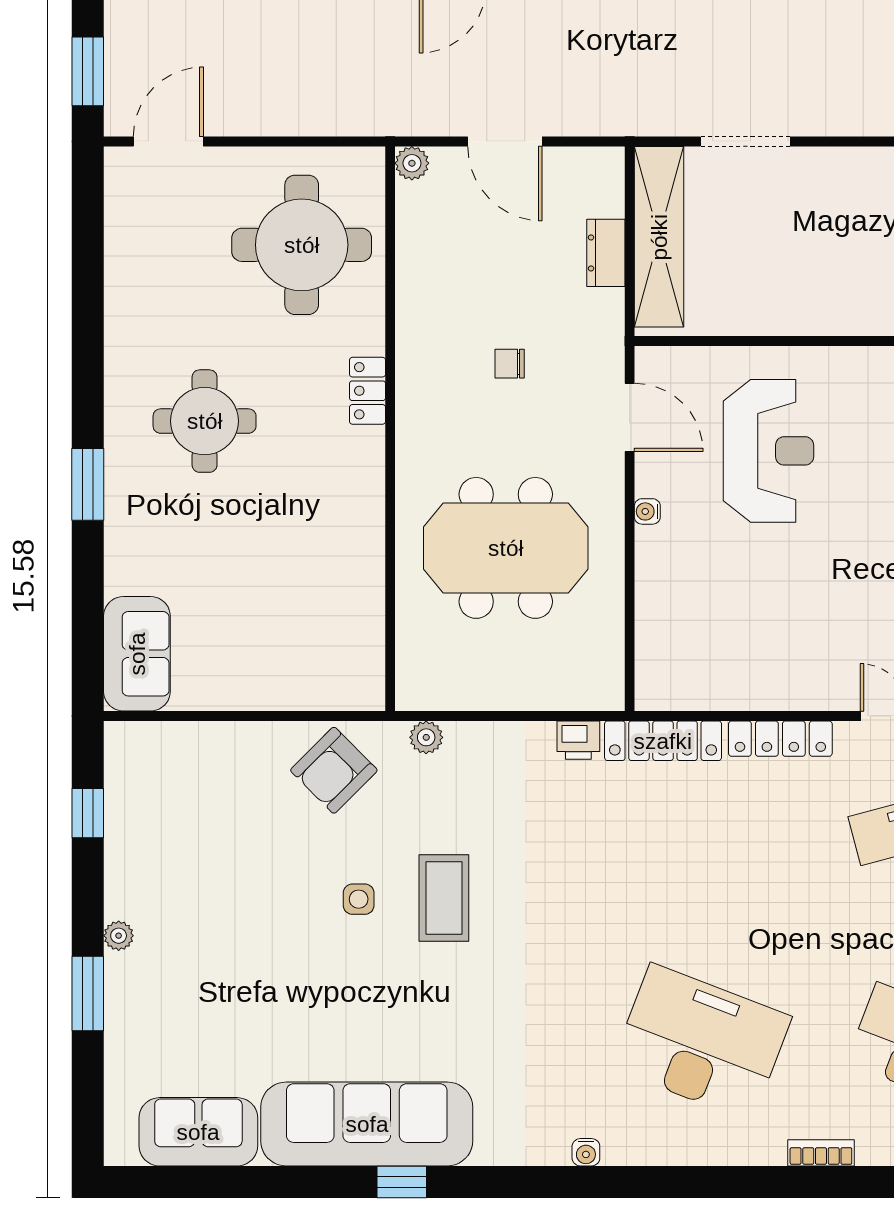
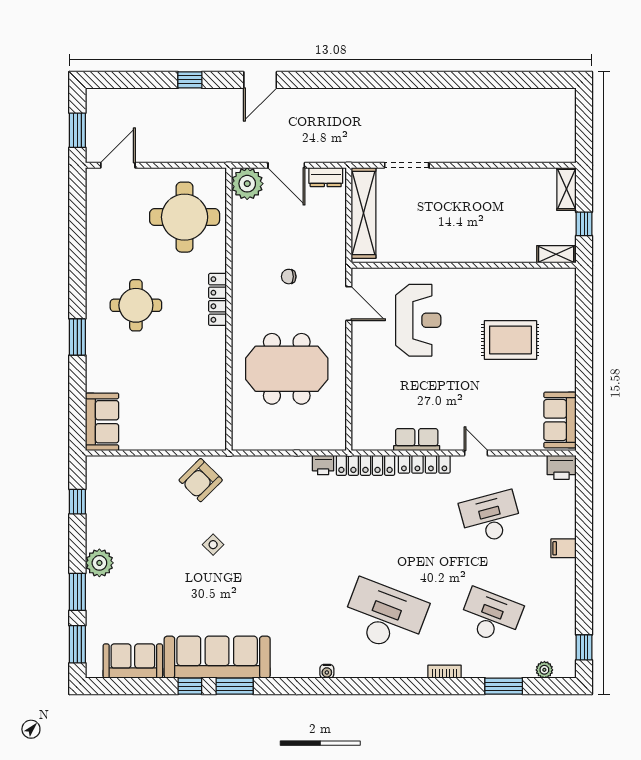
plant: (412, 163) -> (247, 184), width x1.88, depth x1.88
dresser: (606, 253) -> (326, 177), moved, turned -90
locker: (368, 391) -> (218, 299), width x1.53
water cooler: (647, 511) -> (358, 351), removed
row of seats: (765, 689) -> (417, 440), added
plant: (426, 737) -> (247, 464), removed
coffee table: (444, 898) -> (256, 544), removed
side table: (359, 899) -> (213, 545), turned 45
plant: (119, 936) -> (99, 563), width x1.88, depth x1.88
window: (88, 1098) -> (77, 644), added
window: (312, 1182) -> (190, 686), added
window: (402, 1182) -> (235, 686), width x1.50

